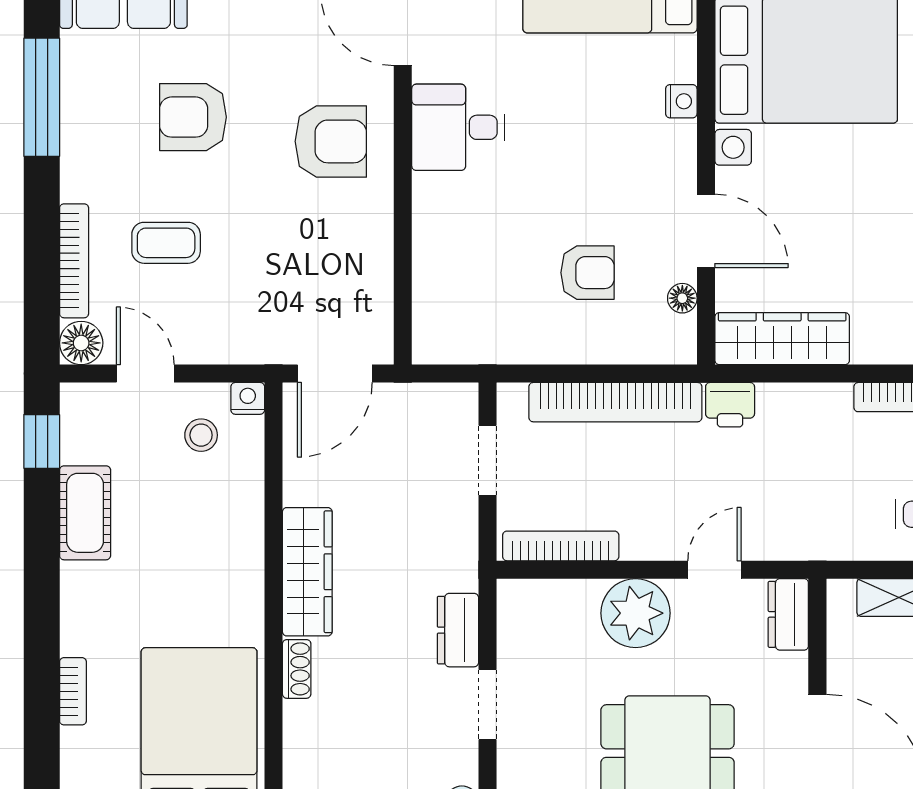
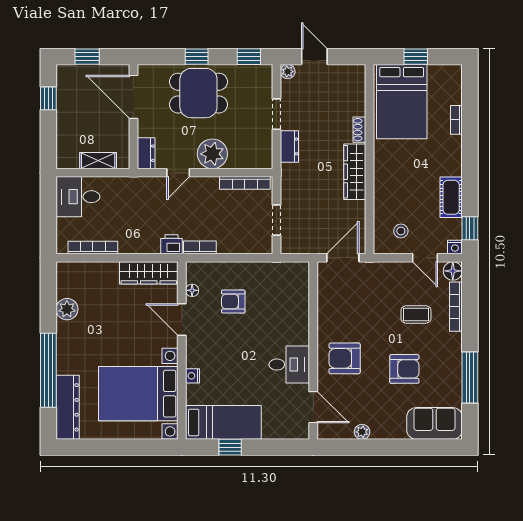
nightstand: (248, 398) -> (455, 247), moved
bookcase: (615, 402) -> (200, 247), width x0.43, depth x0.76

